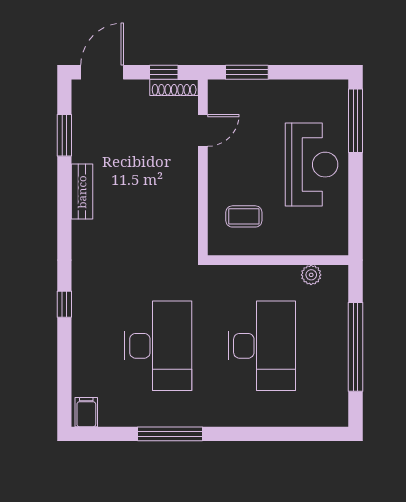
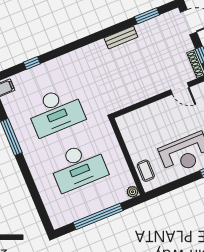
coffee table: (244, 216) -> (146, 171), moved
plant: (311, 275) -> (133, 192), moved
window: (64, 304) -> (32, 63), moved

